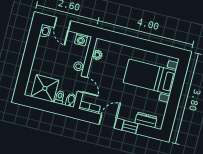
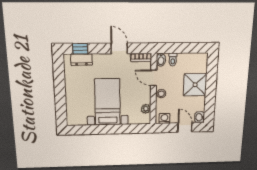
bed with nightstands: (150, 77) -> (108, 102), moved, turned -90
shower: (45, 88) -> (195, 85), moved
door: (108, 121) -> (119, 48), swing flipped
window: (130, 127) -> (80, 49), moved

